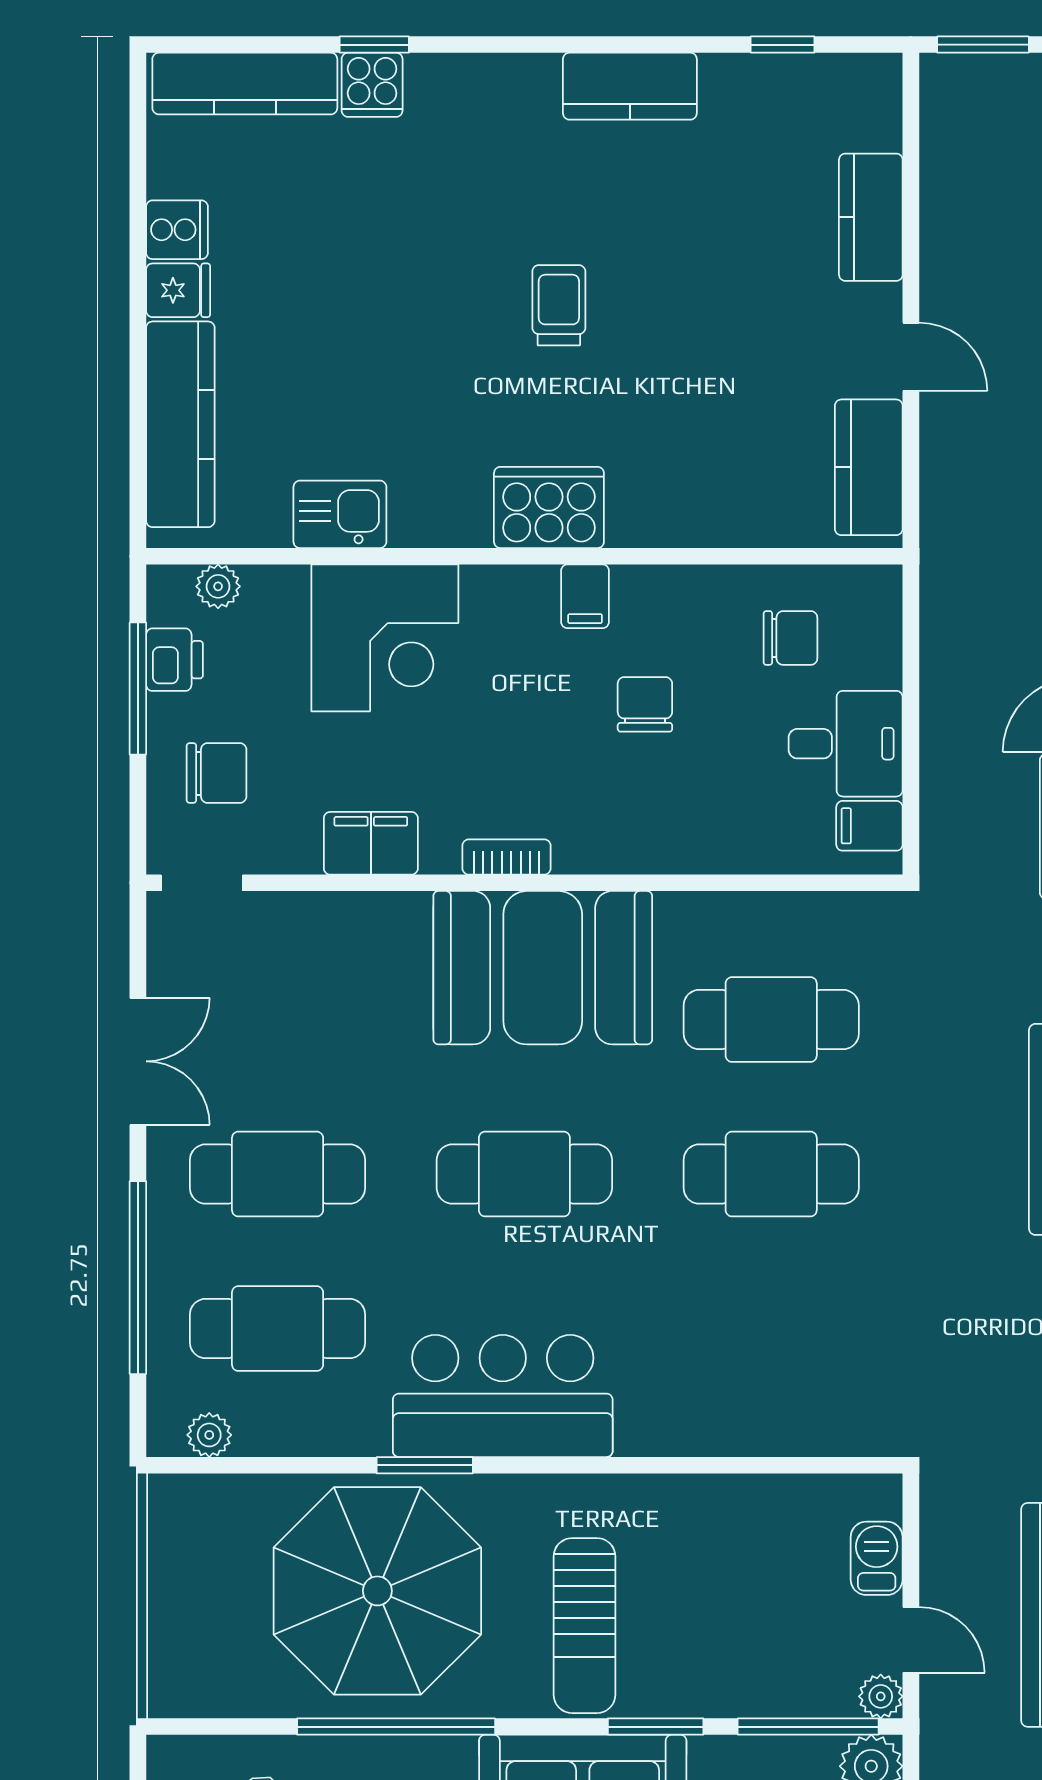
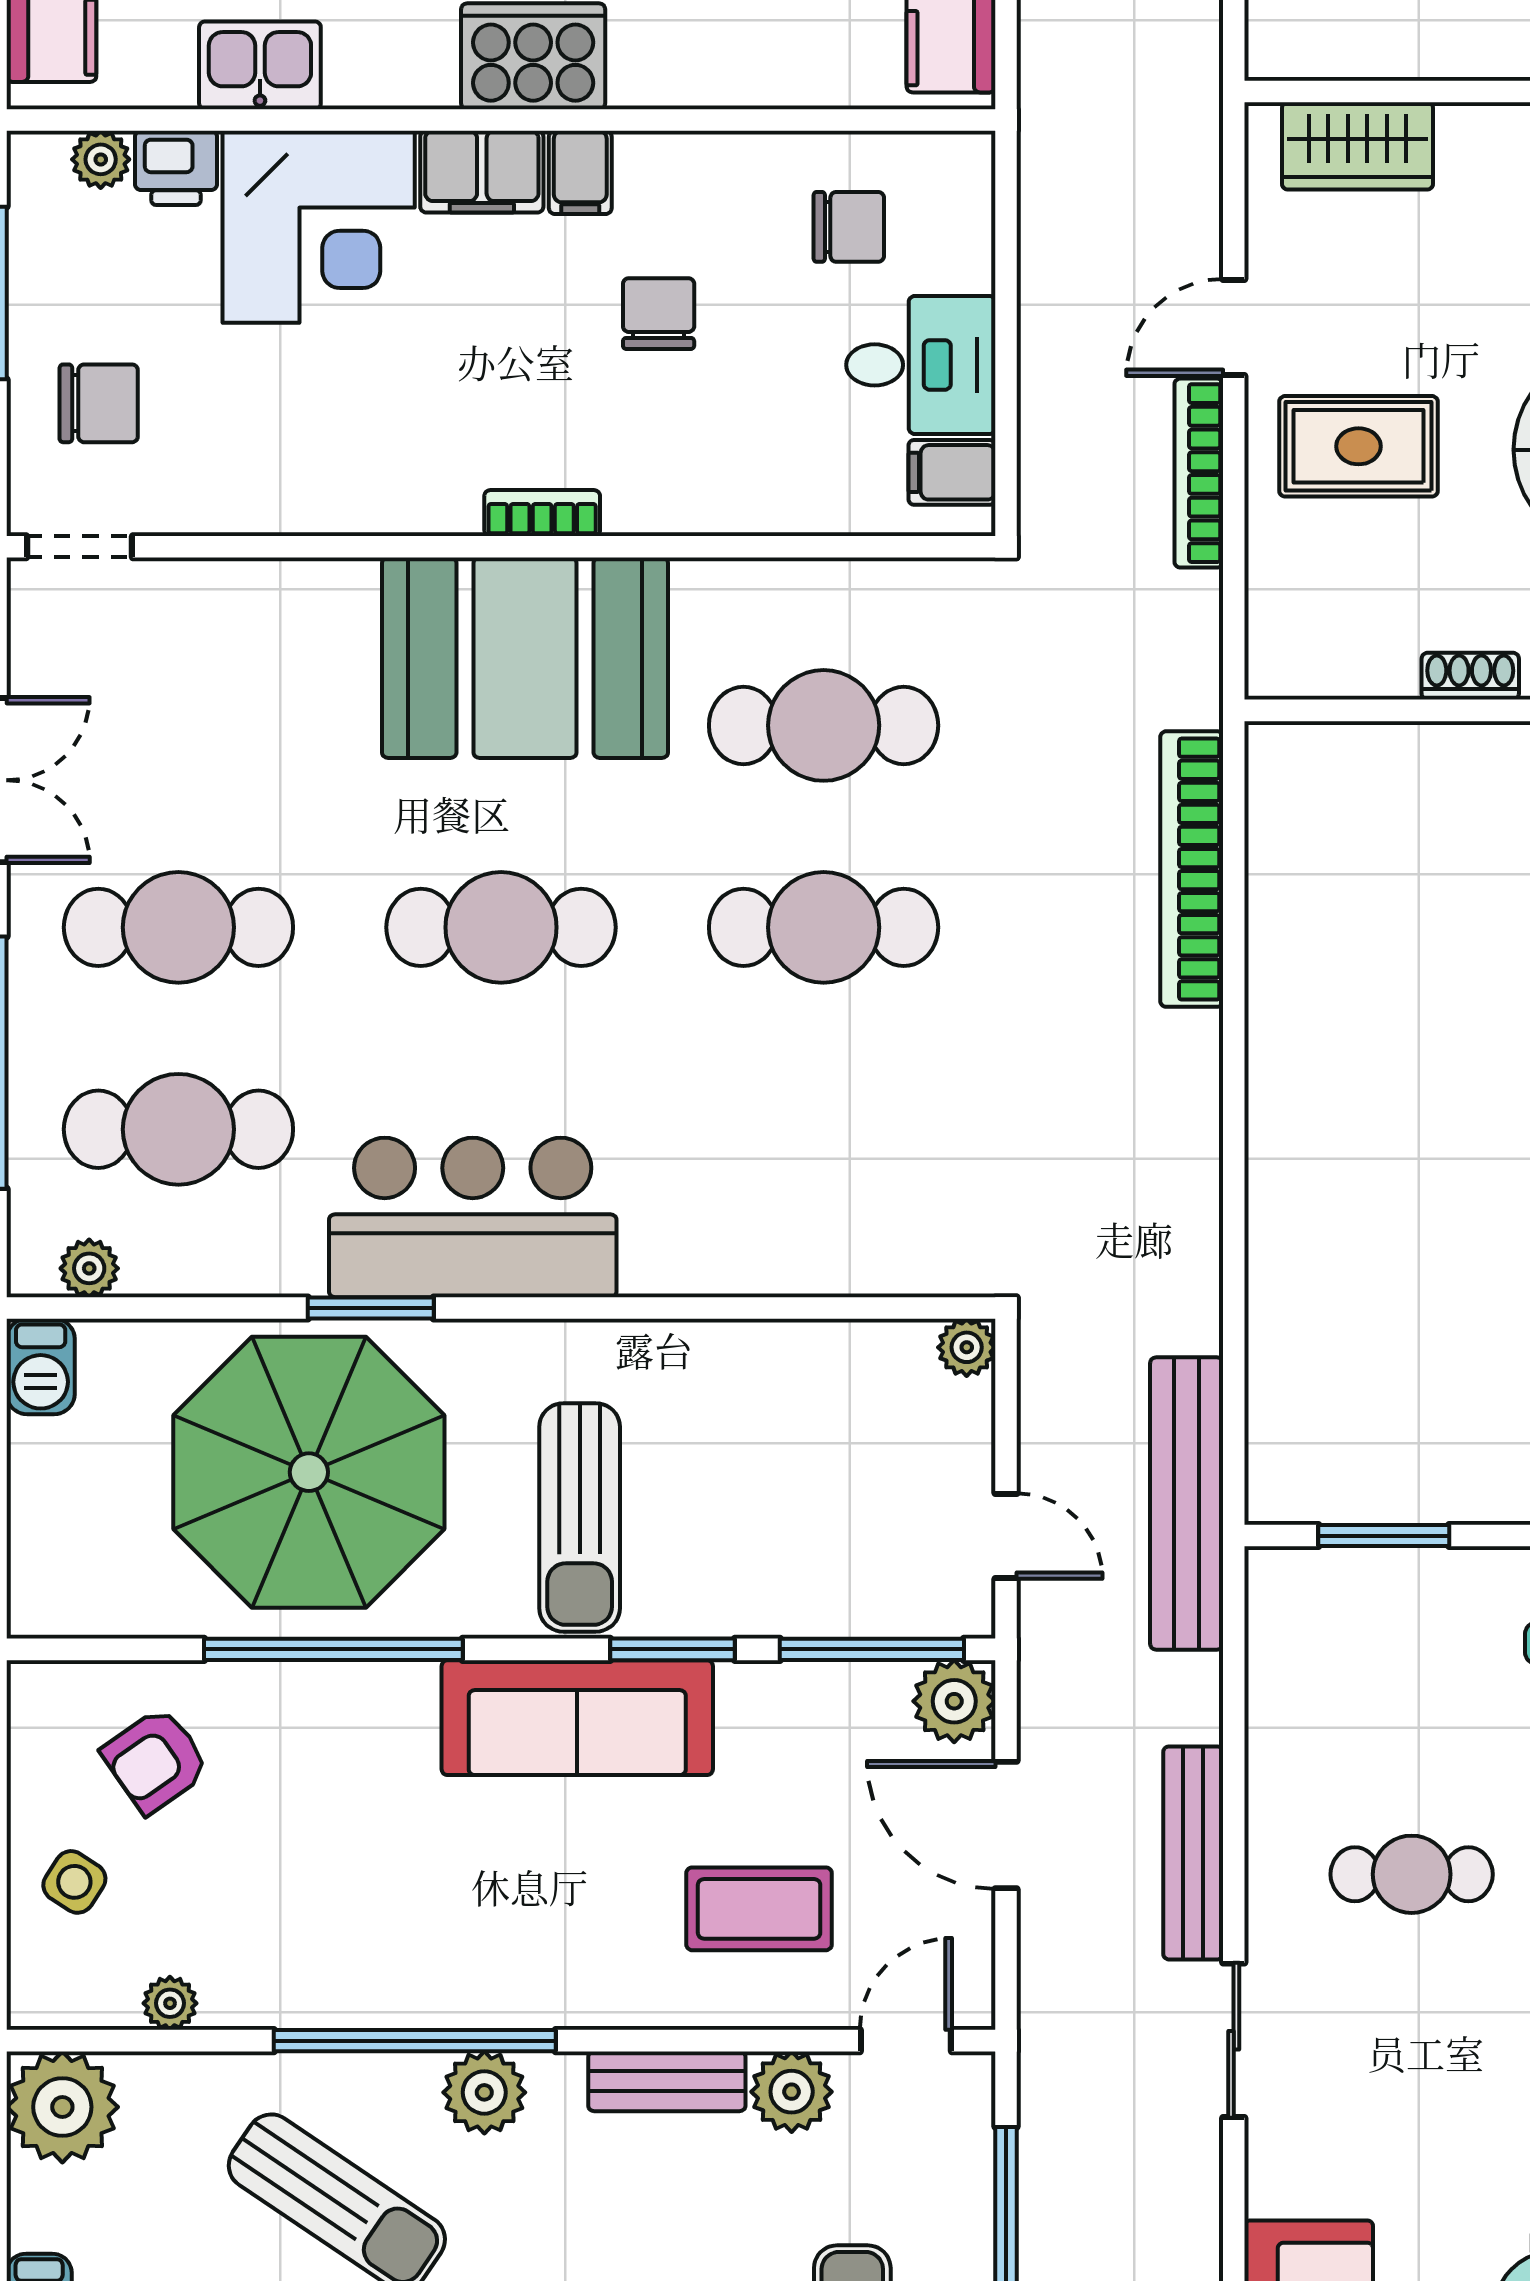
printer: (175, 660) -> (176, 168), moved, turned 90
filing cabinet: (371, 843) -> (482, 172), moved, turned 180
bookcase: (507, 857) -> (542, 513), moved
barbecue: (877, 1558) -> (41, 1366), moved, turned 180
plant: (881, 1696) -> (967, 1347), moved

